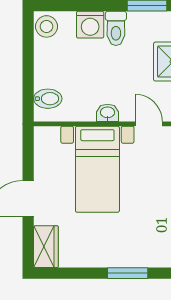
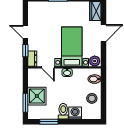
stool: (47, 26) -> (92, 98), moved
plant: (47, 138) -> (95, 61), added

